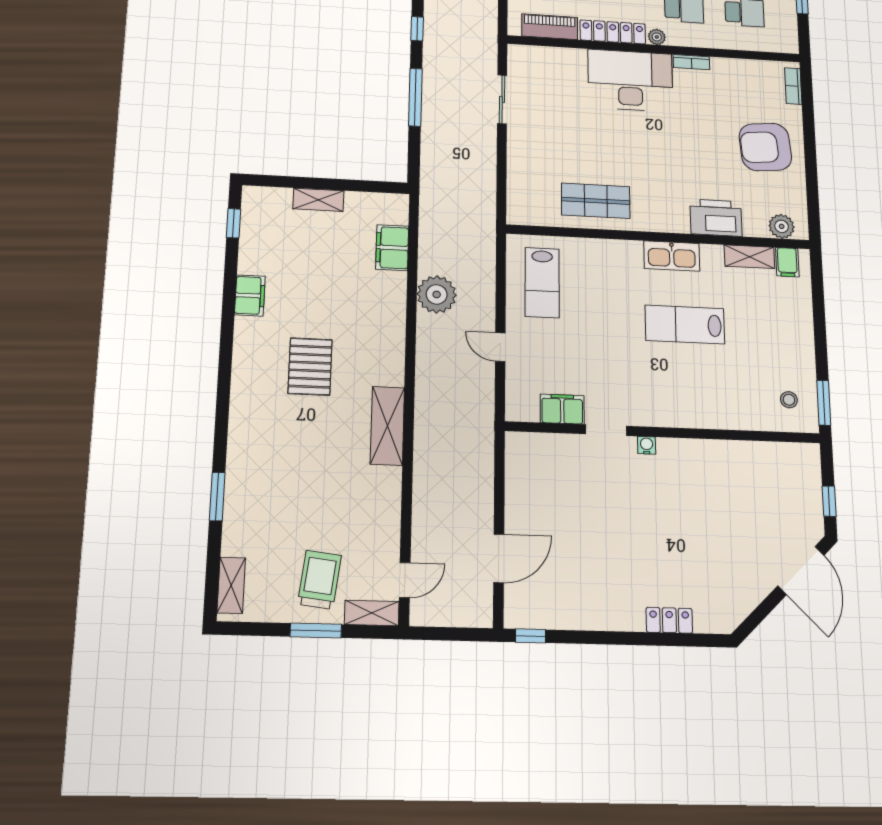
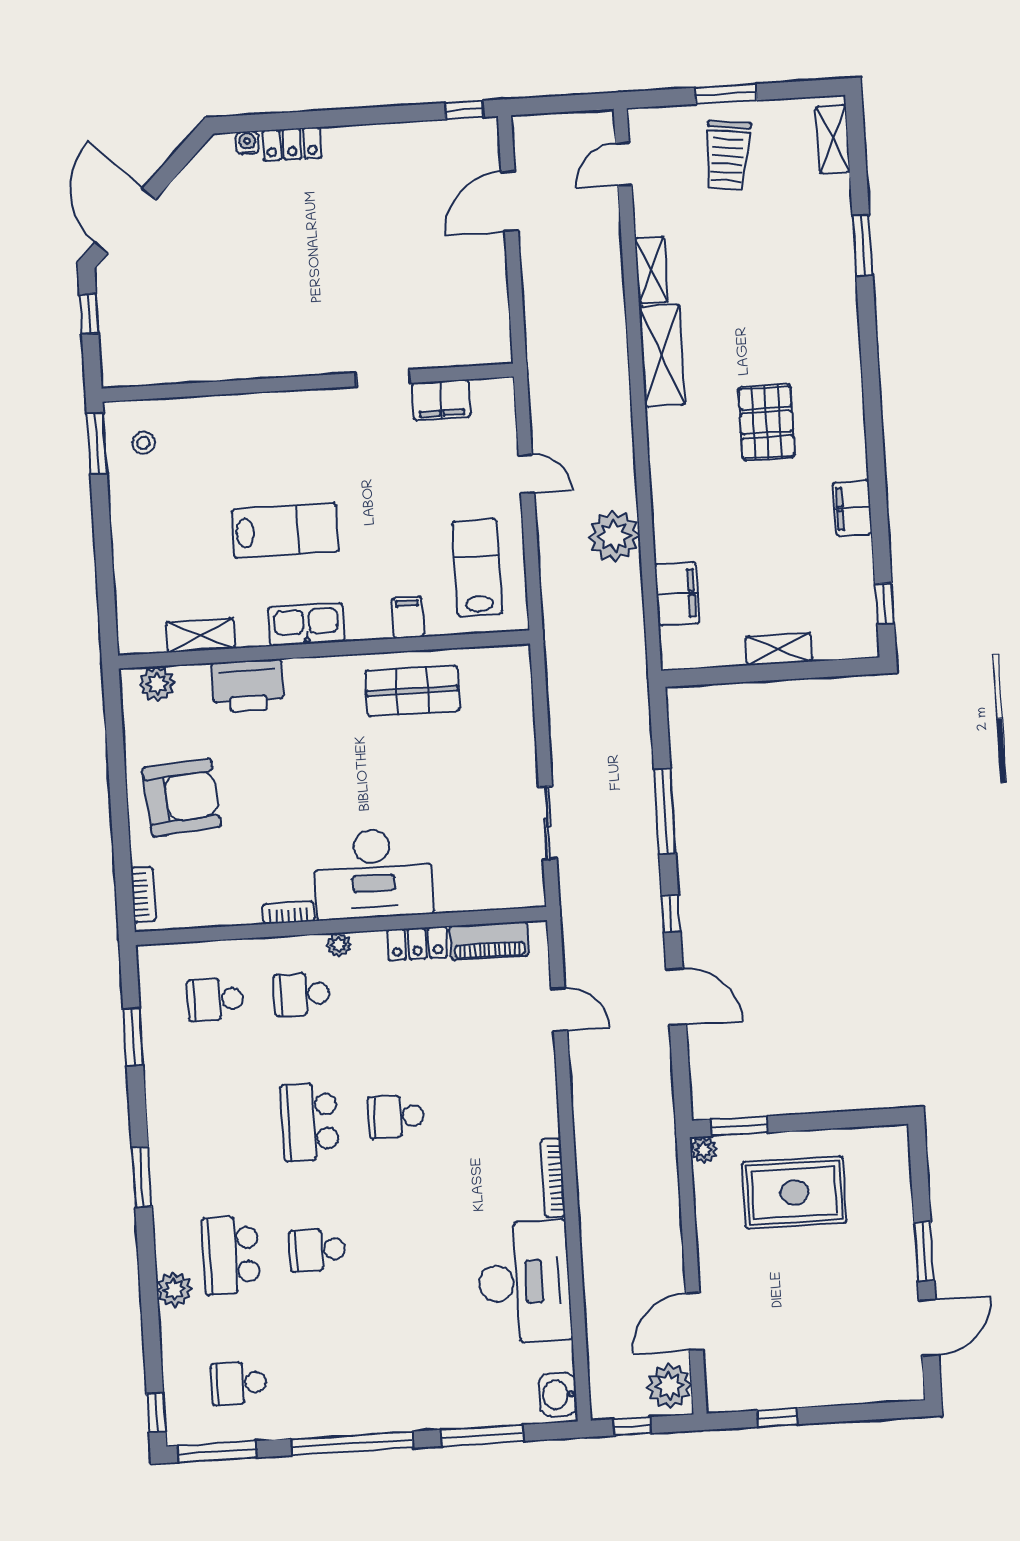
locker: (613, 32) -> (417, 943), width x0.66
filing cabinet: (787, 262) -> (408, 618), moved
water cooler: (647, 445) -> (247, 143), moved, turned 180
shelving: (372, 613) -> (651, 270), moved, turned 90

